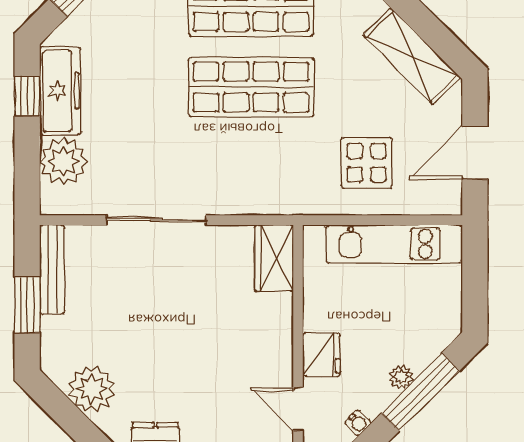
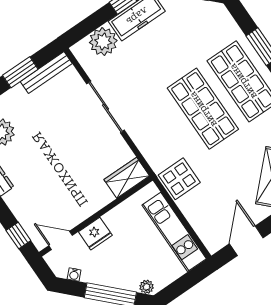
door: (475, 153) -> (246, 241), hinge flipped
display table: (367, 163) -> (179, 179), moved
plant: (401, 377) -> (147, 287), moved
door: (298, 409) -> (61, 240), hinge flipped

